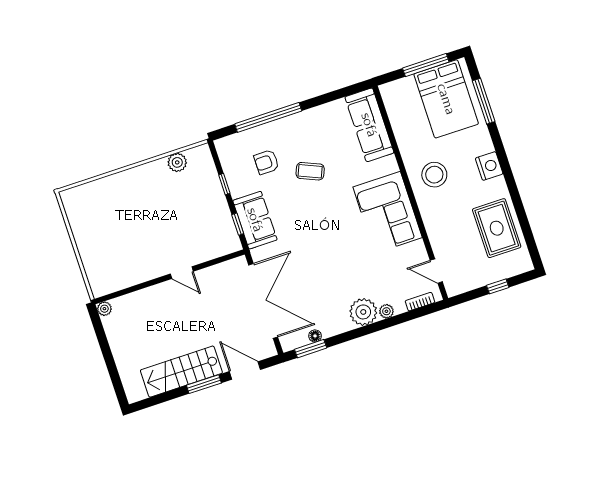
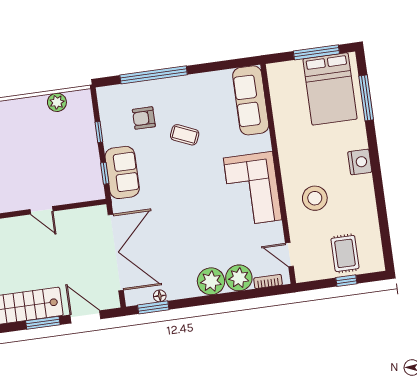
stool: (434, 175) -> (315, 198), moved
rug: (497, 228) -> (345, 253), moved, width x0.73, depth x0.70
plant: (386, 311) -> (239, 278), width x1.87, depth x1.87

